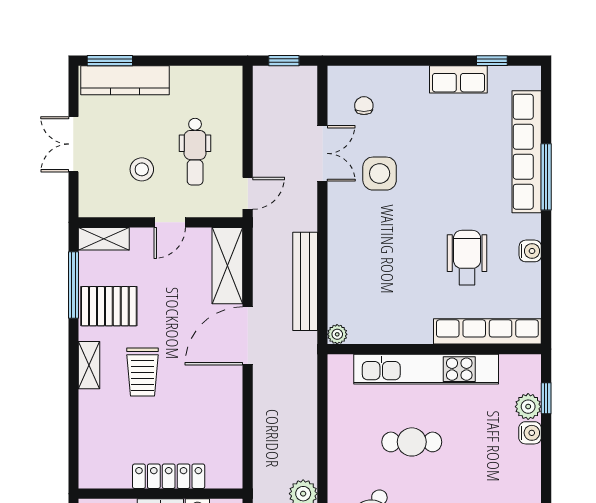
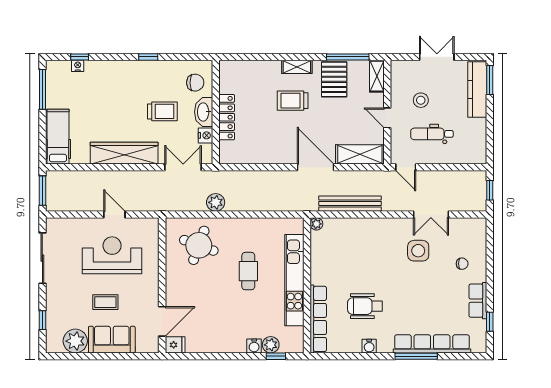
chair: (364, 106) -> (462, 264), moved
wheelchair: (467, 258) -> (365, 306), turned 180

